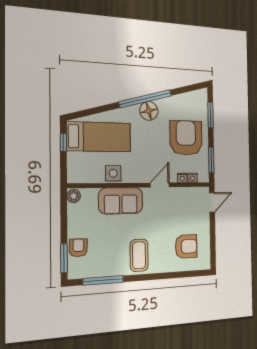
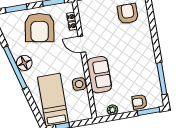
armchair: (186, 138) -> (40, 28), turned -81
plant: (74, 196) -> (113, 110), moved
coffee table: (139, 255) -> (140, 53), removed

